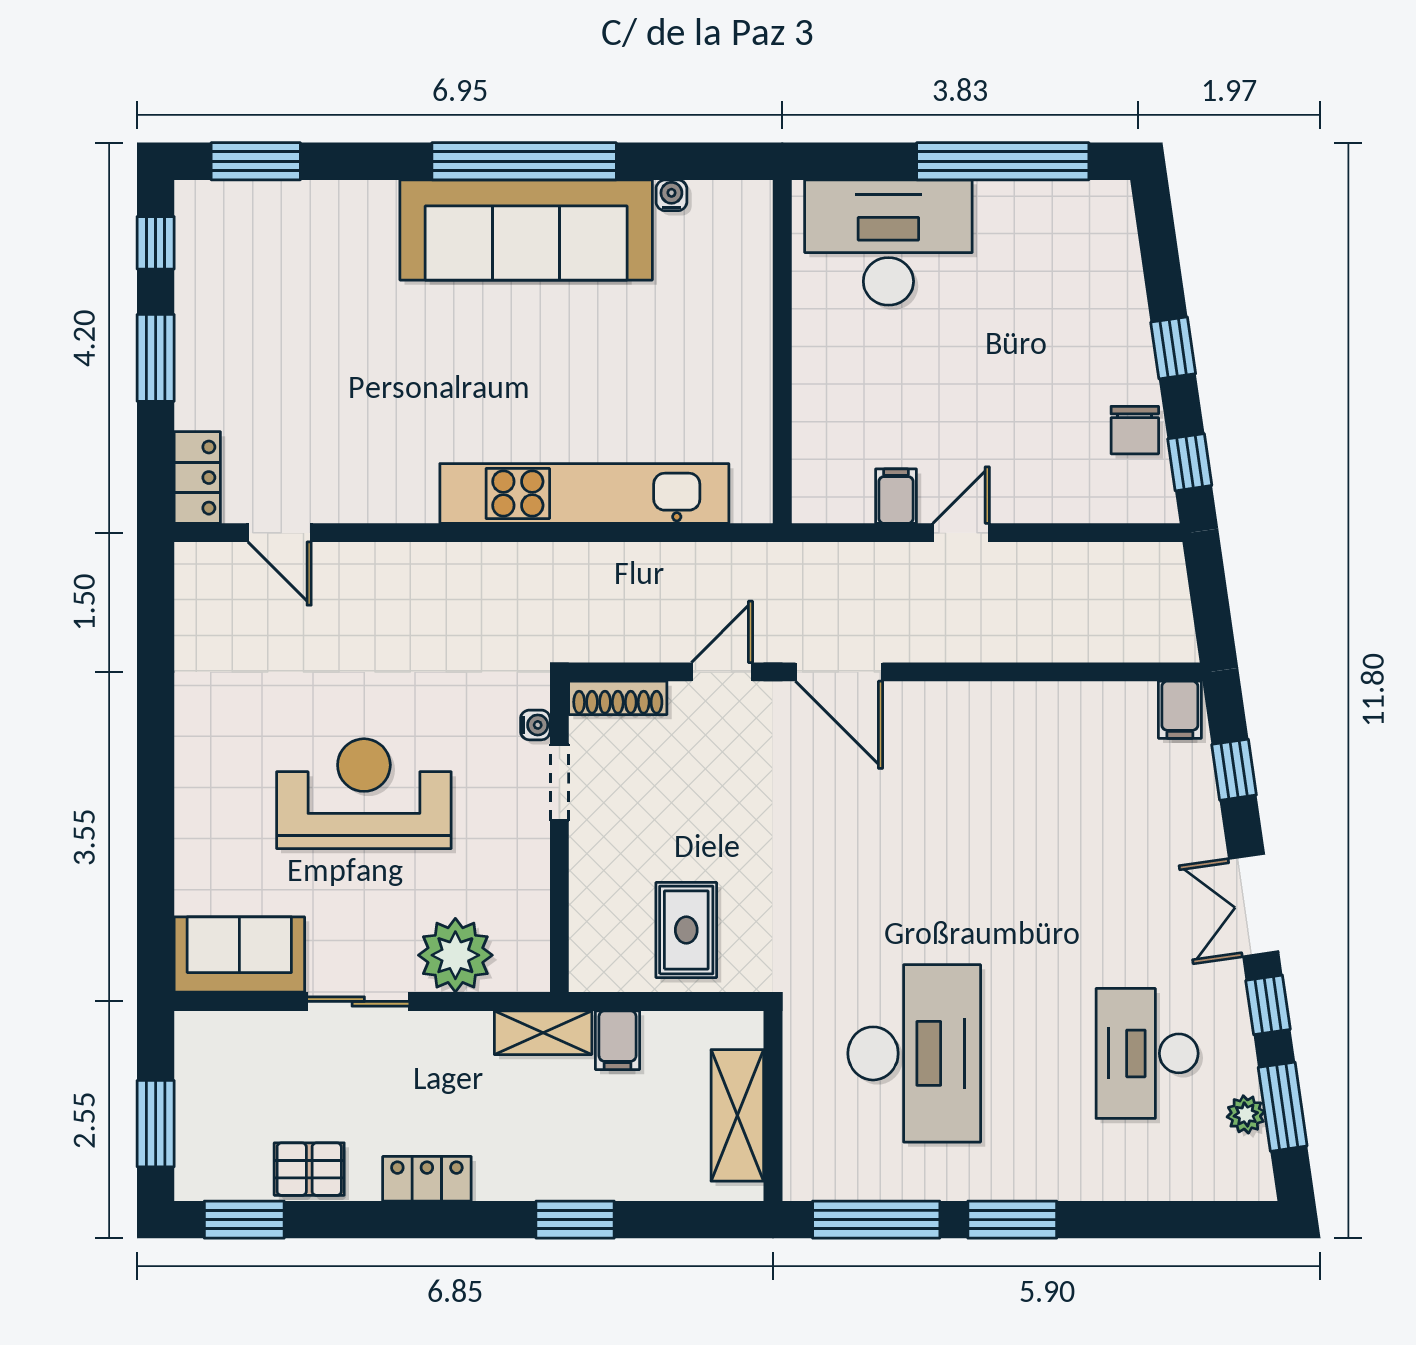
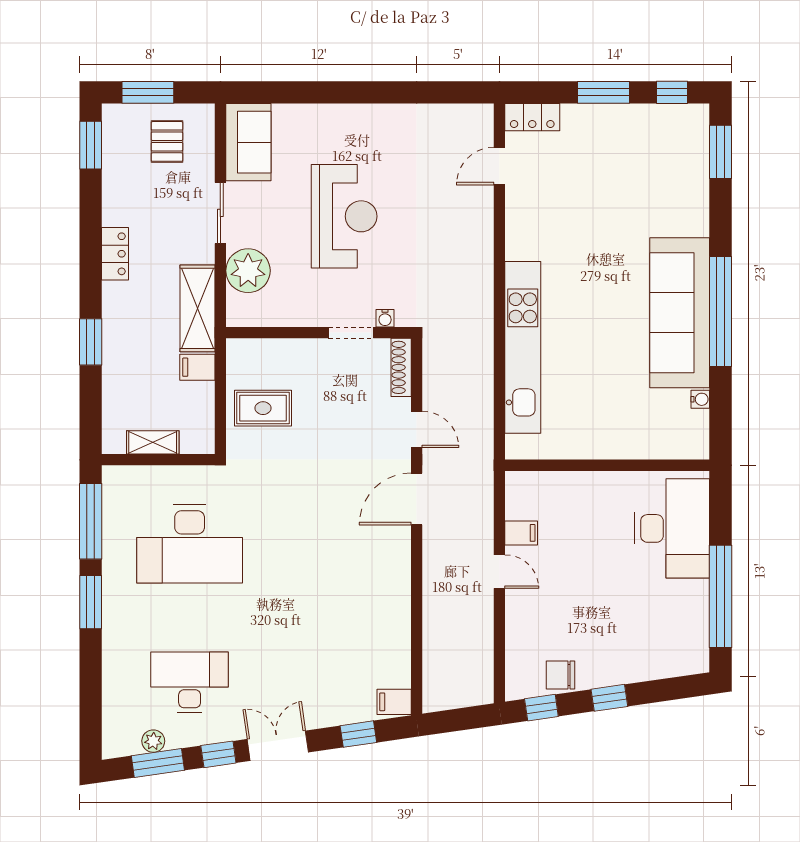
shelving: (543, 1033) -> (198, 308), width x1.50, depth x1.33
shelving: (737, 1115) -> (153, 442), width x0.67, depth x0.75
pallet: (309, 1169) -> (167, 141), moved

